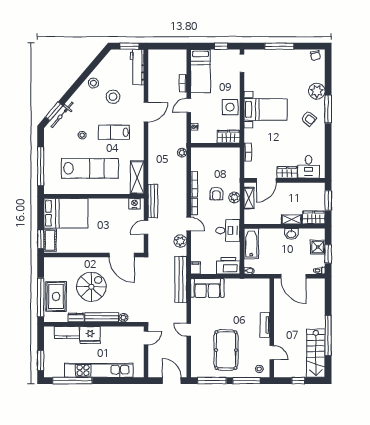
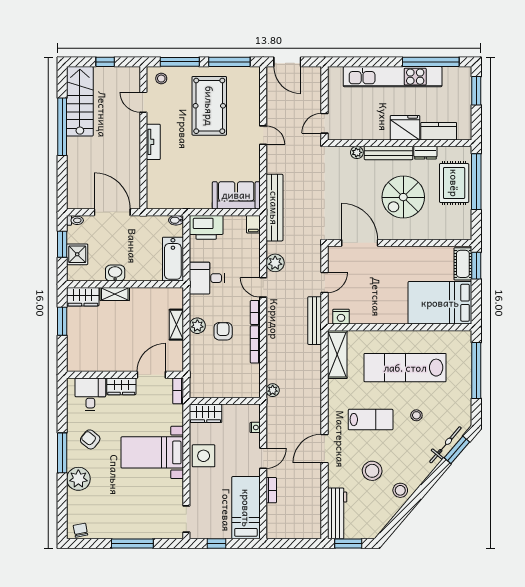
desk: (309, 167) -> (90, 394), moved
wardrobe: (287, 172) -> (121, 386), moved
door: (266, 180) -> (151, 375), moved
wall: (284, 180) -> (125, 375), moved

